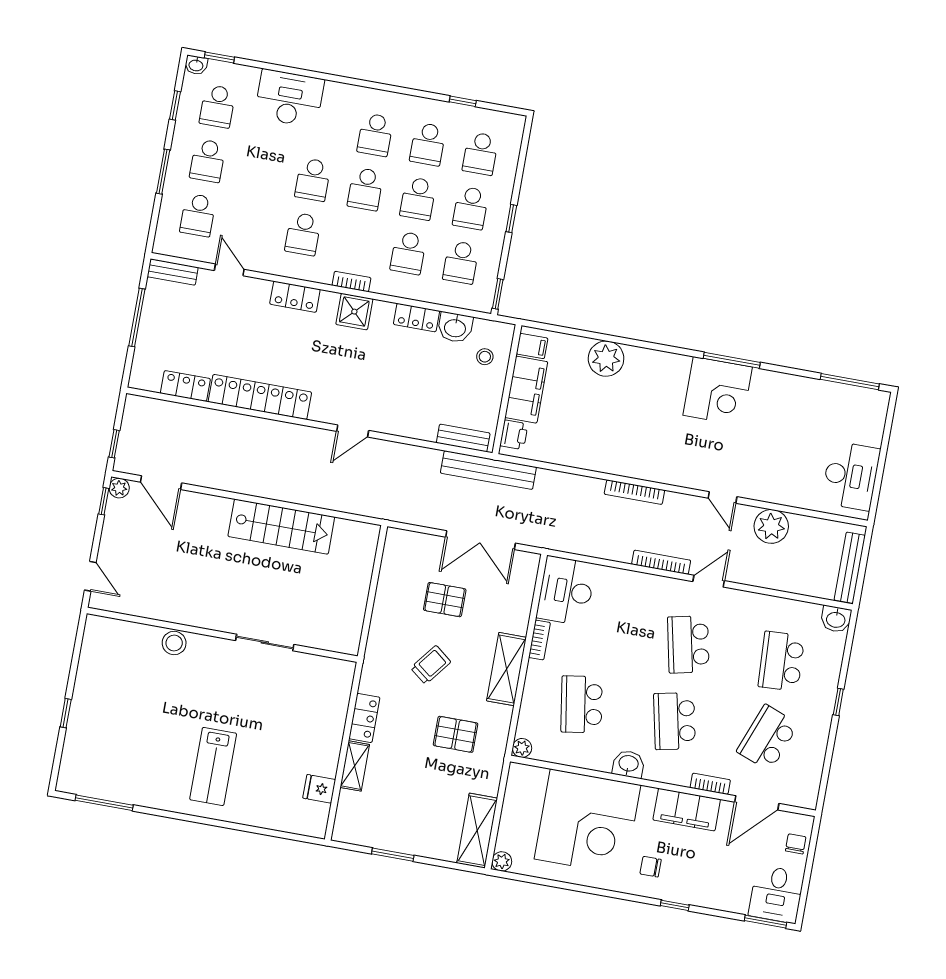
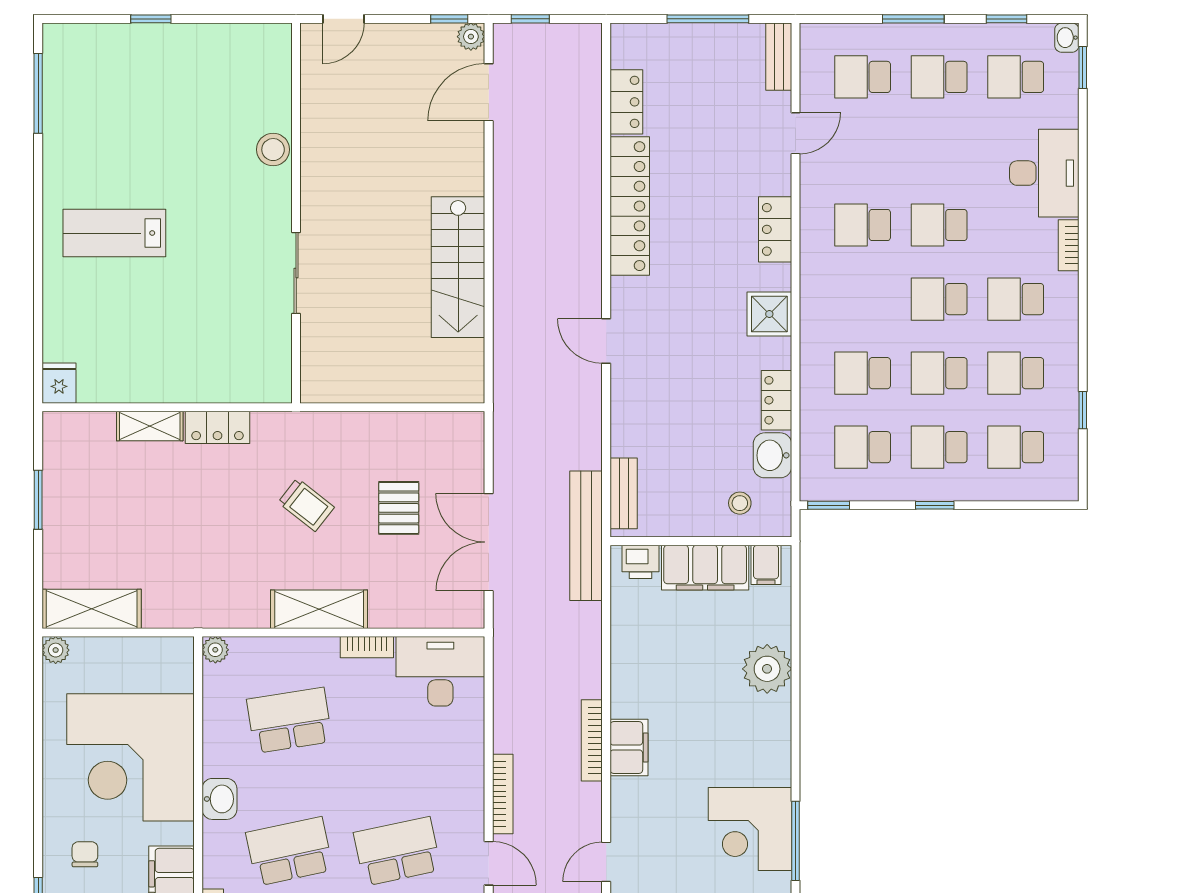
bookcase: (351, 282) -> (1069, 245), moved, turned 180
filing cabinet: (644, 467) -> (629, 747), added
pallet: (456, 734) -> (218, 556), removed
fridge: (319, 789) -> (59, 383), moved

